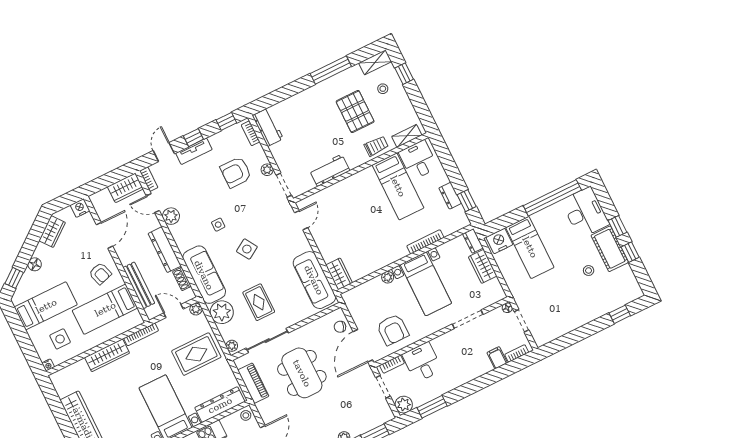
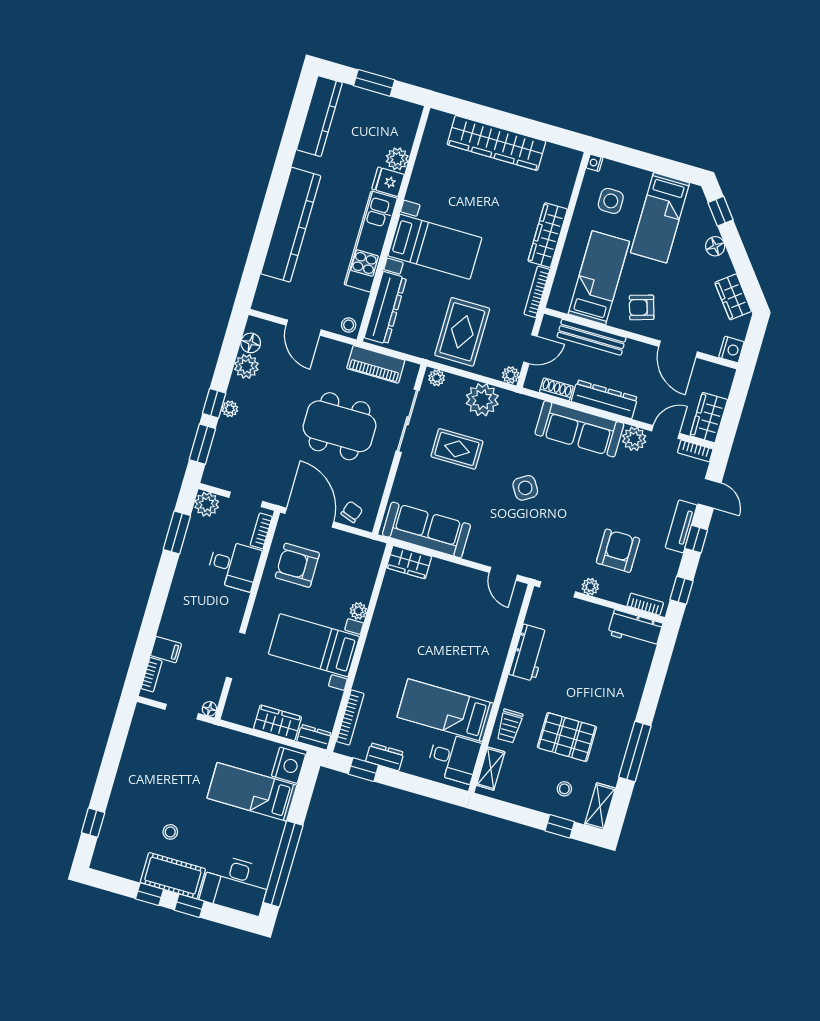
side table: (218, 225) -> (579, 481), removed
bookcase: (425, 242) -> (350, 718), moved
sofa: (204, 275) -> (579, 429), moved

